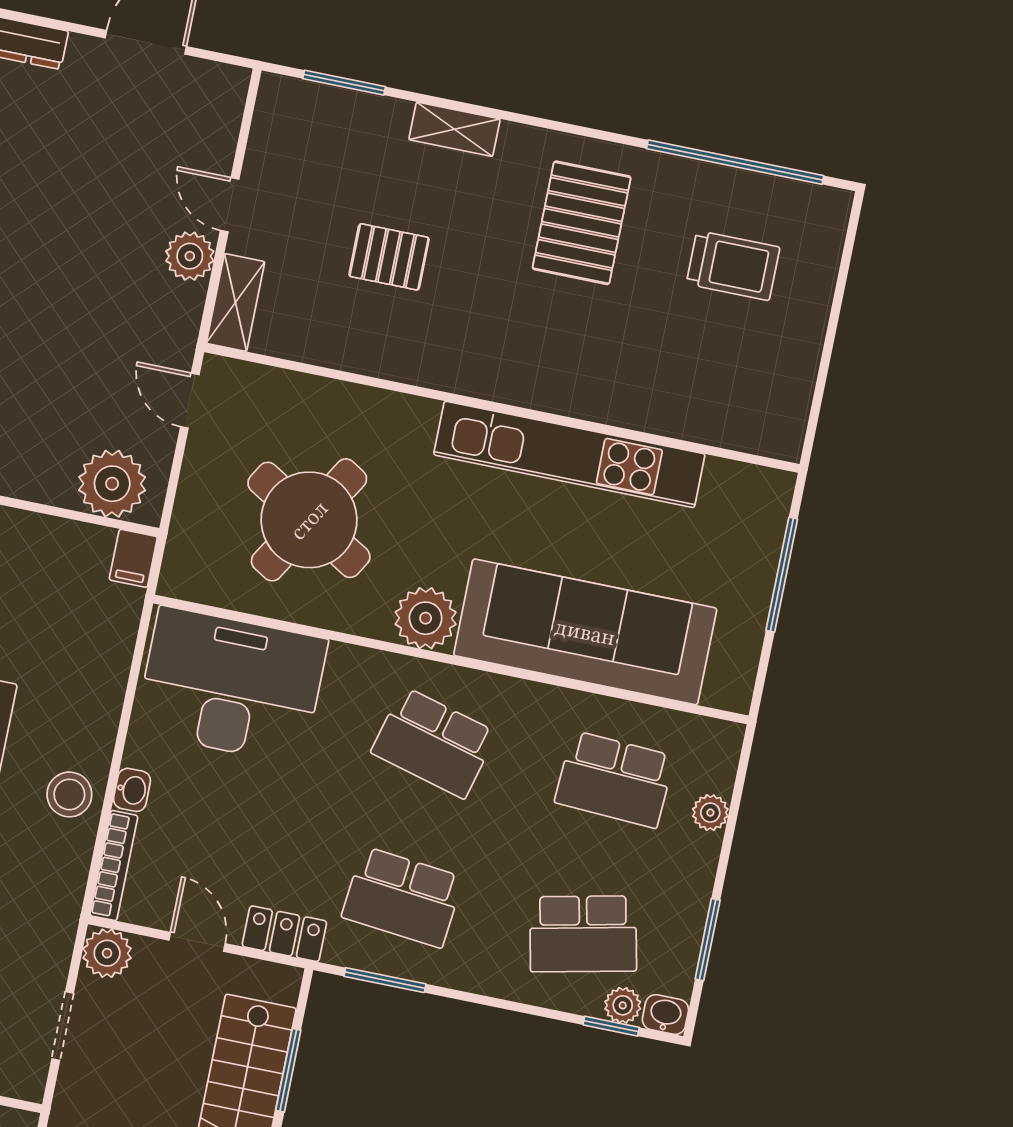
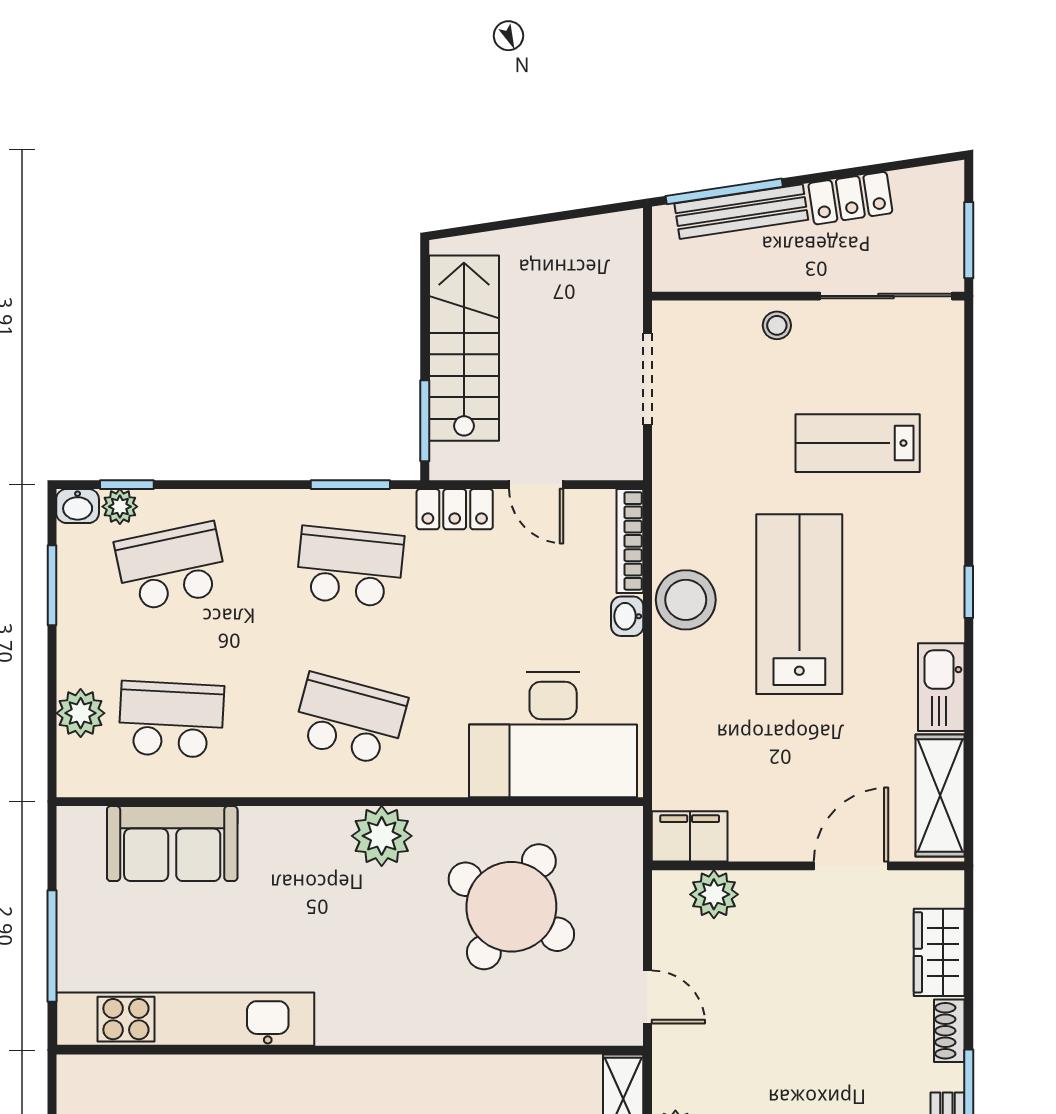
kitchen unit: (569, 454) -> (185, 1019), moved
plant: (112, 484) -> (714, 894), width x0.73, depth x0.73
filing cabinet: (133, 558) -> (690, 836), width x2.00
sofa: (585, 632) -> (172, 844), width x0.54, depth x0.79
stool: (69, 794) -> (686, 600), width x1.38, depth x1.38
plant: (710, 813) -> (81, 713), width x1.38, depth x1.38
plant: (107, 953) -> (619, 456), removed
doorway: (63, 1026) -> (647, 379), width x1.38
window: (288, 1070) -> (425, 421), moved

